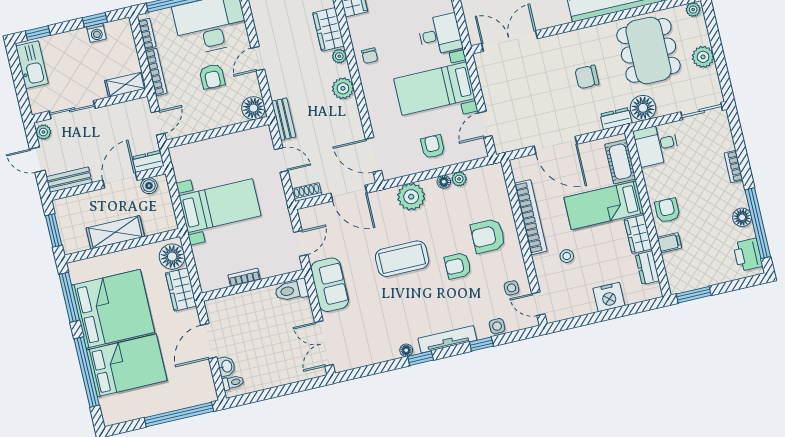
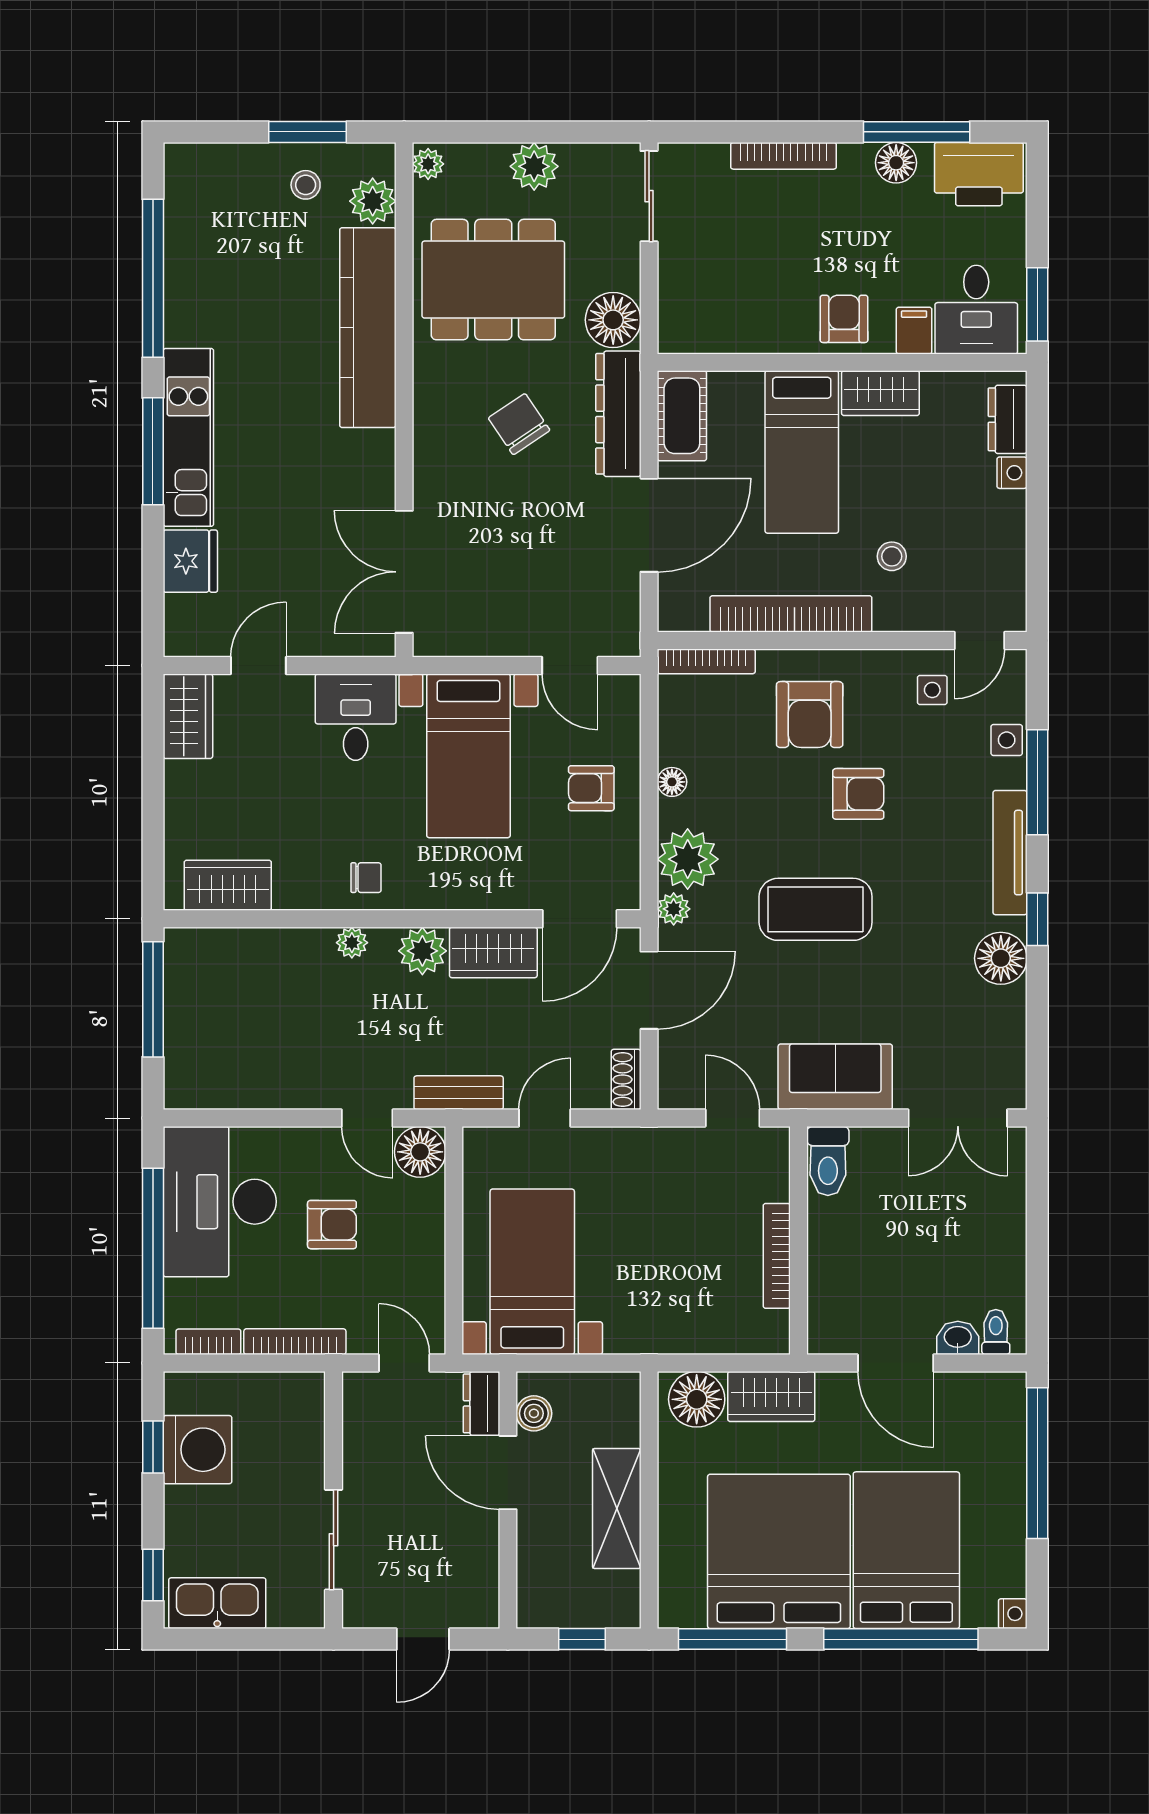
wardrobe: (328, 29) -> (493, 952), moved
washing machine: (96, 33) -> (197, 1450), width x1.89, depth x1.89
door: (258, 59) -> (367, 1118), moved
chair: (587, 77) -> (519, 424), turned 146
shelving: (125, 85) -> (306, 1413), removed
dresser: (616, 119) -> (618, 414), width x1.96, depth x1.24
plant: (43, 132) -> (367, 1612), removed
desk: (656, 145) -> (976, 310), moved
cot: (620, 162) -> (682, 416), moved, turned 90
bookcase: (733, 167) -> (784, 156), width x1.56
plant: (459, 179) -> (674, 909), moved
bench: (69, 180) -> (481, 1581), removed
bookcase: (501, 185) -> (706, 661), added
bed with nightstands: (220, 206) -> (532, 1272), moved
armchair: (667, 210) -> (844, 319), turned 90
window: (758, 223) -> (917, 132), width x0.68
window: (54, 230) -> (582, 1639), width x0.67
printer: (748, 255) -> (979, 174), width x1.37, depth x1.19
coffee table: (402, 259) -> (816, 909), turned 90
armchair: (458, 266) -> (858, 794), turned -90
dresser: (647, 268) -> (1008, 419), moved, turned 90
bookcase: (244, 277) -> (777, 1256), width x1.56
nightstand: (609, 297) -> (1012, 473), width x0.53, depth x0.56
window: (481, 344) -> (1037, 782), width x2.17
floor lamp: (406, 350) -> (1001, 958), width x1.89, depth x1.89
nightstand: (110, 419) -> (1013, 1614), added

